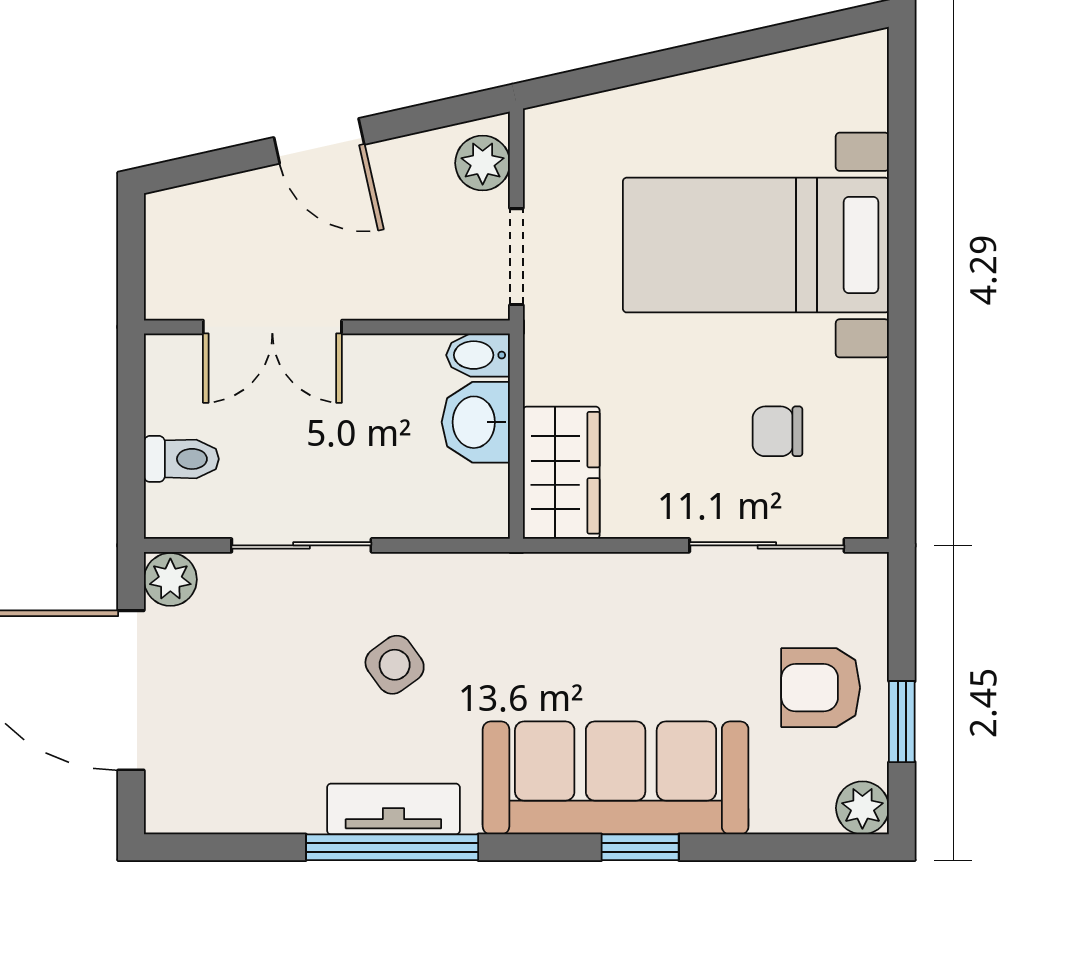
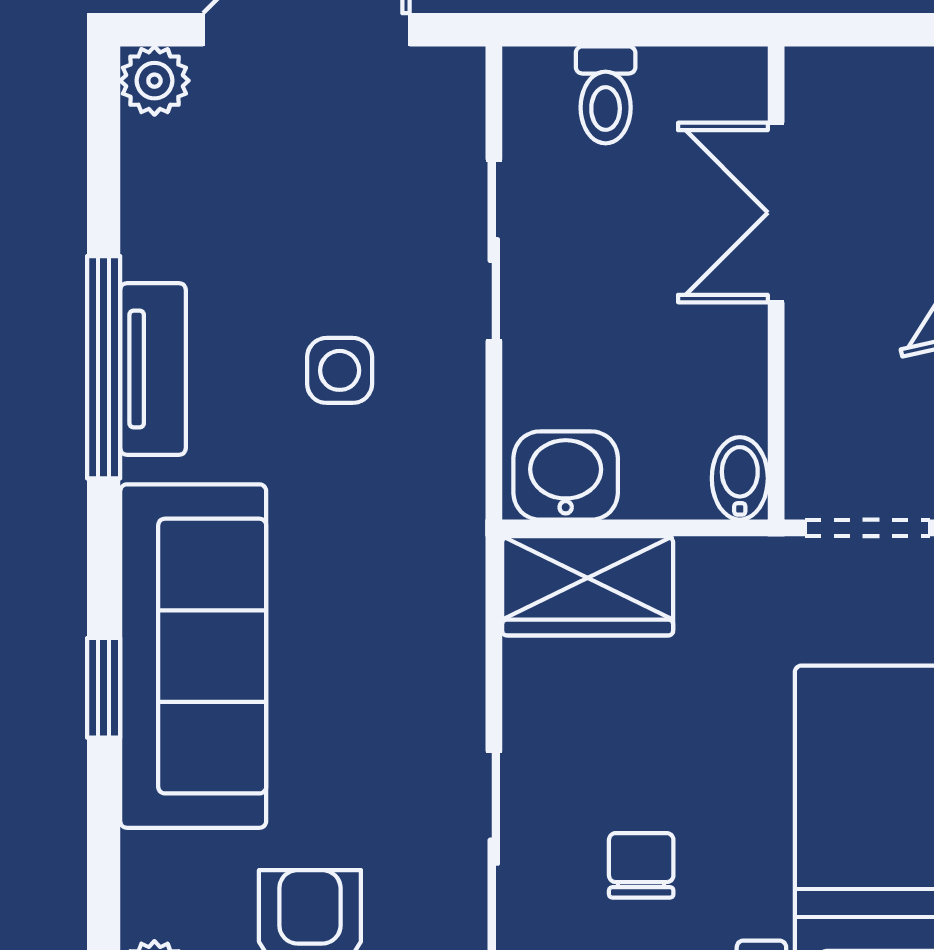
washbasin: (476, 422) -> (566, 475), moved
plant: (170, 579) -> (154, 81), moved
side table: (395, 665) -> (340, 370), turned 36

